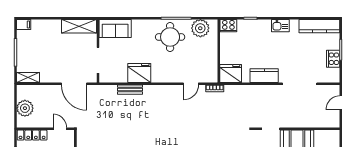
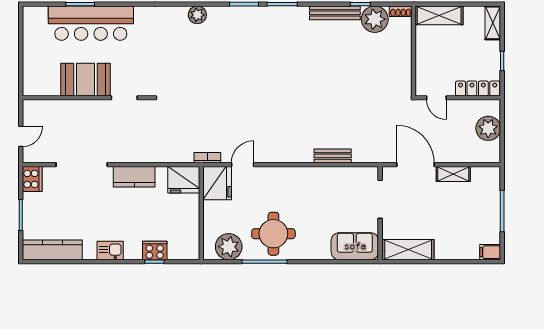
cooker: (228, 26) -> (155, 251), moved
cooker: (333, 59) -> (32, 179), moved
fridge: (139, 73) -> (217, 183), moved, turned -90
shelving: (28, 77) -> (453, 174), moved

